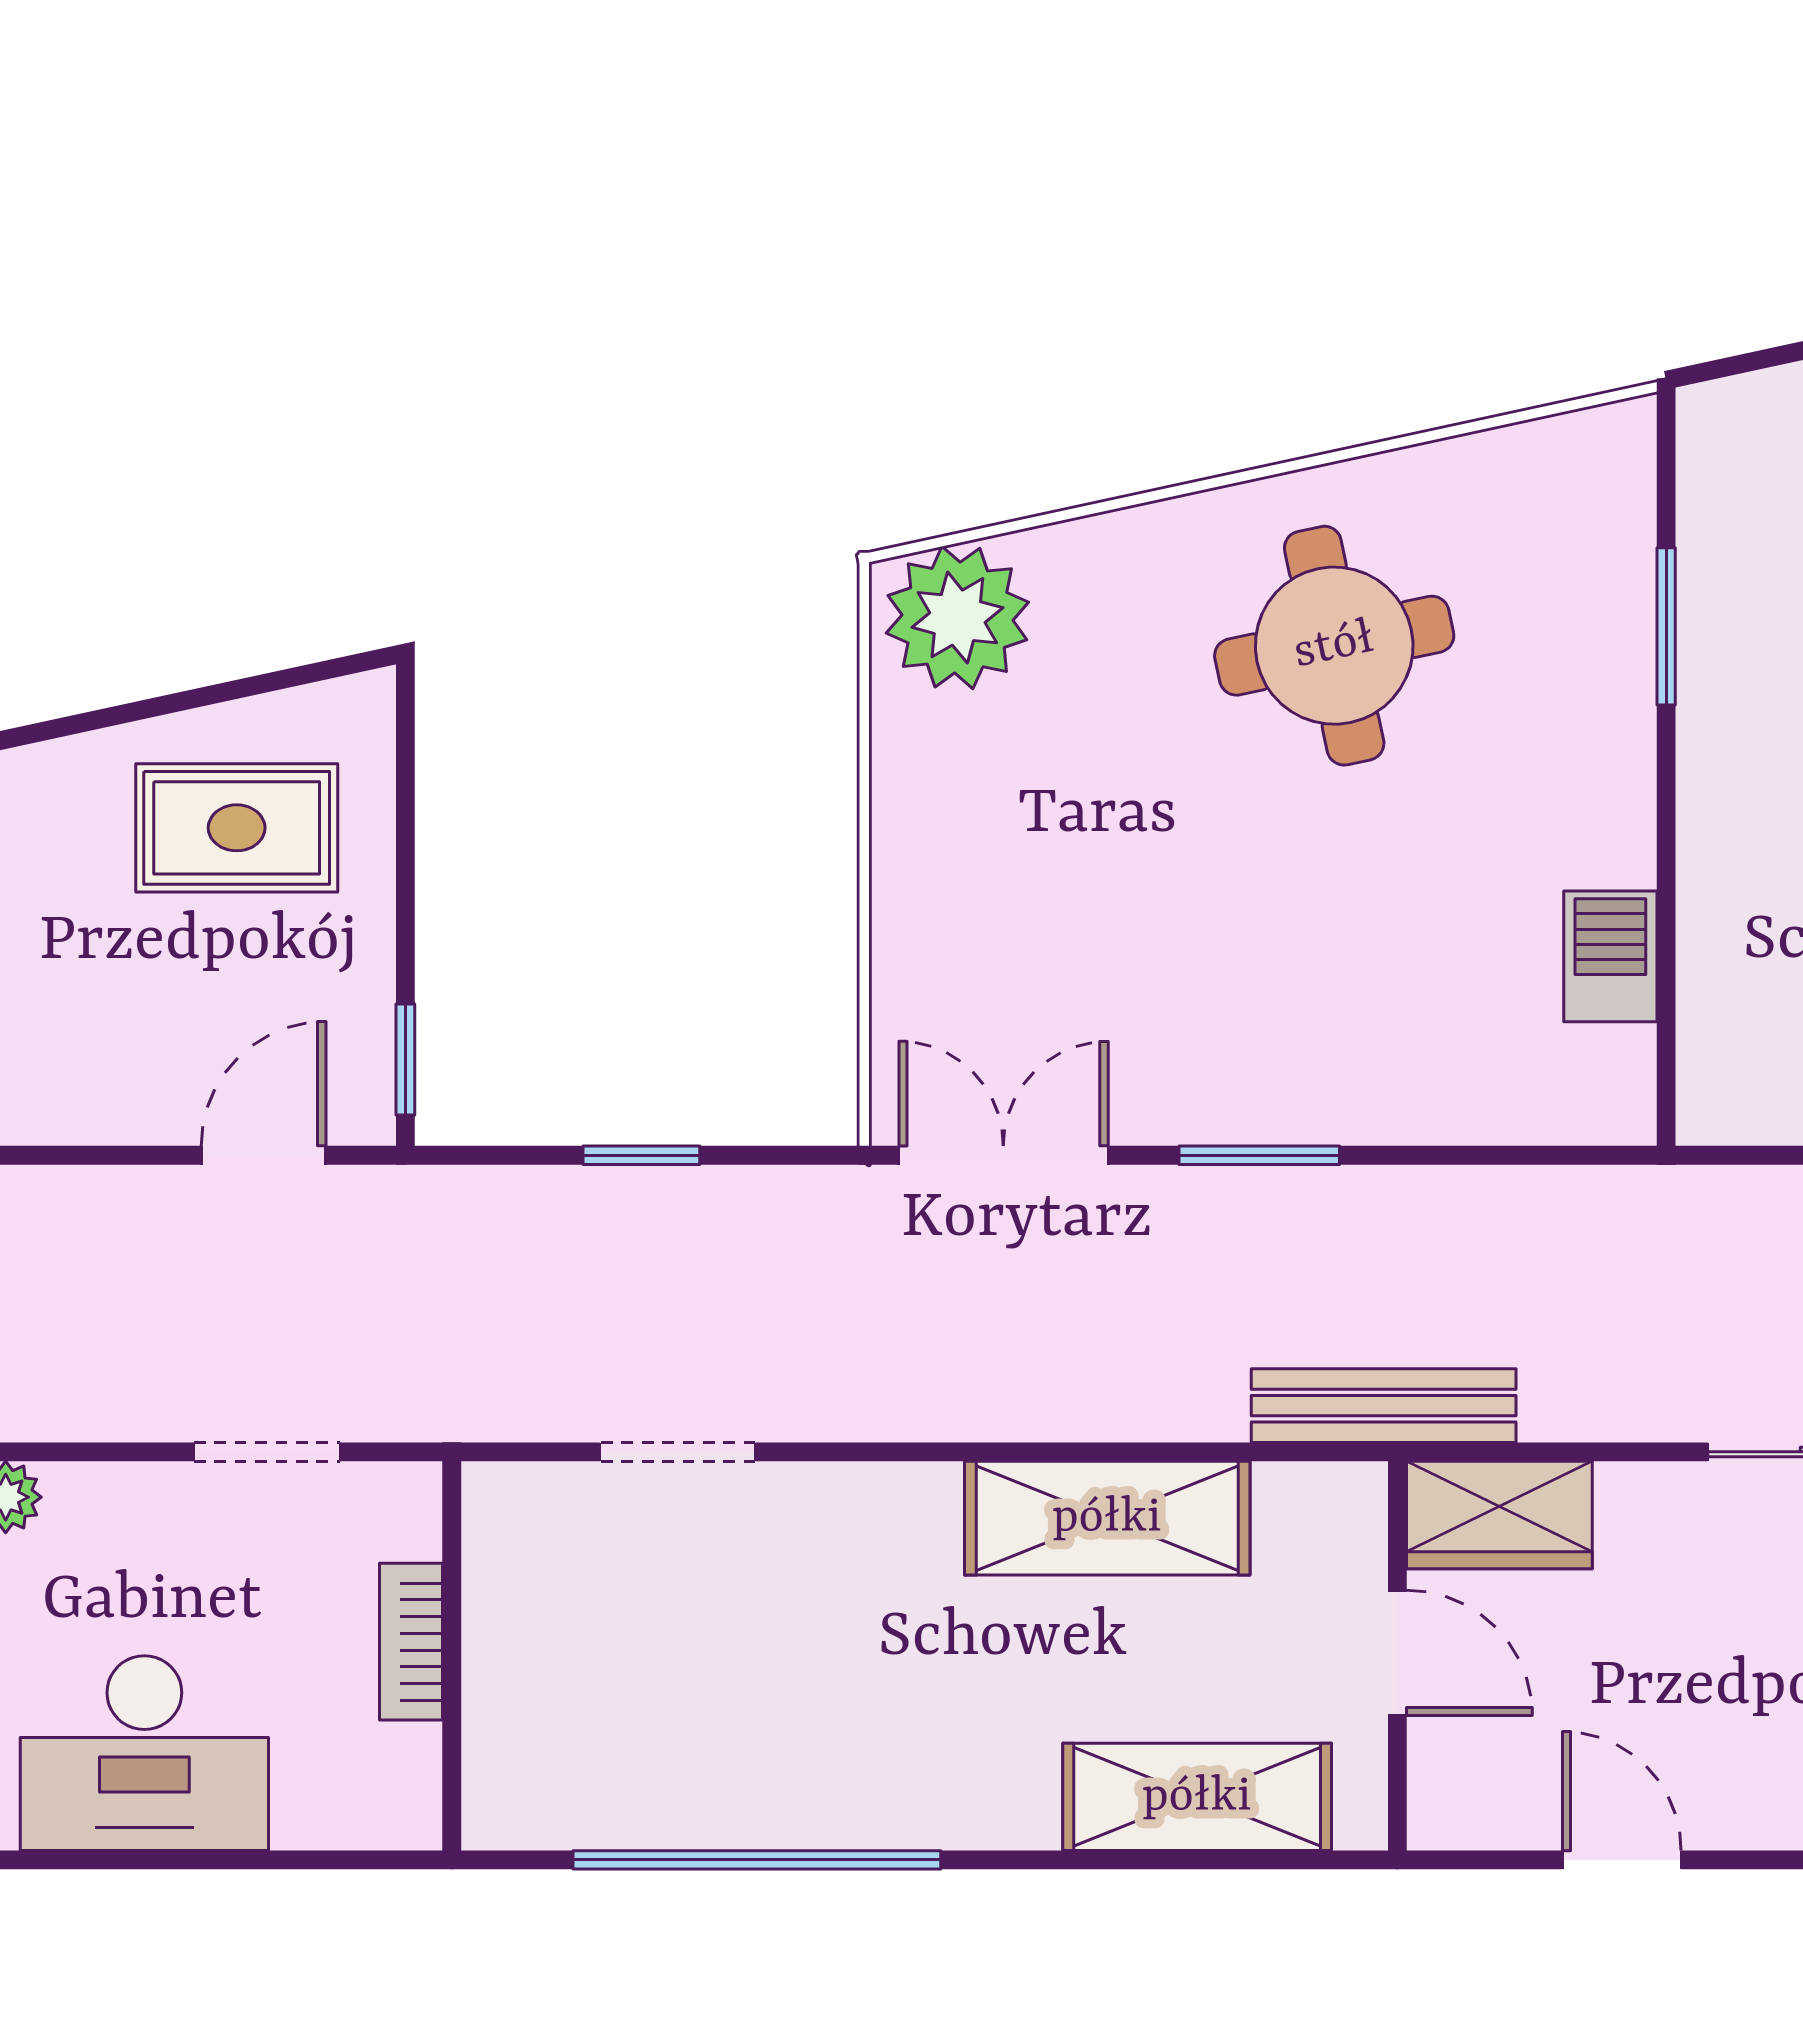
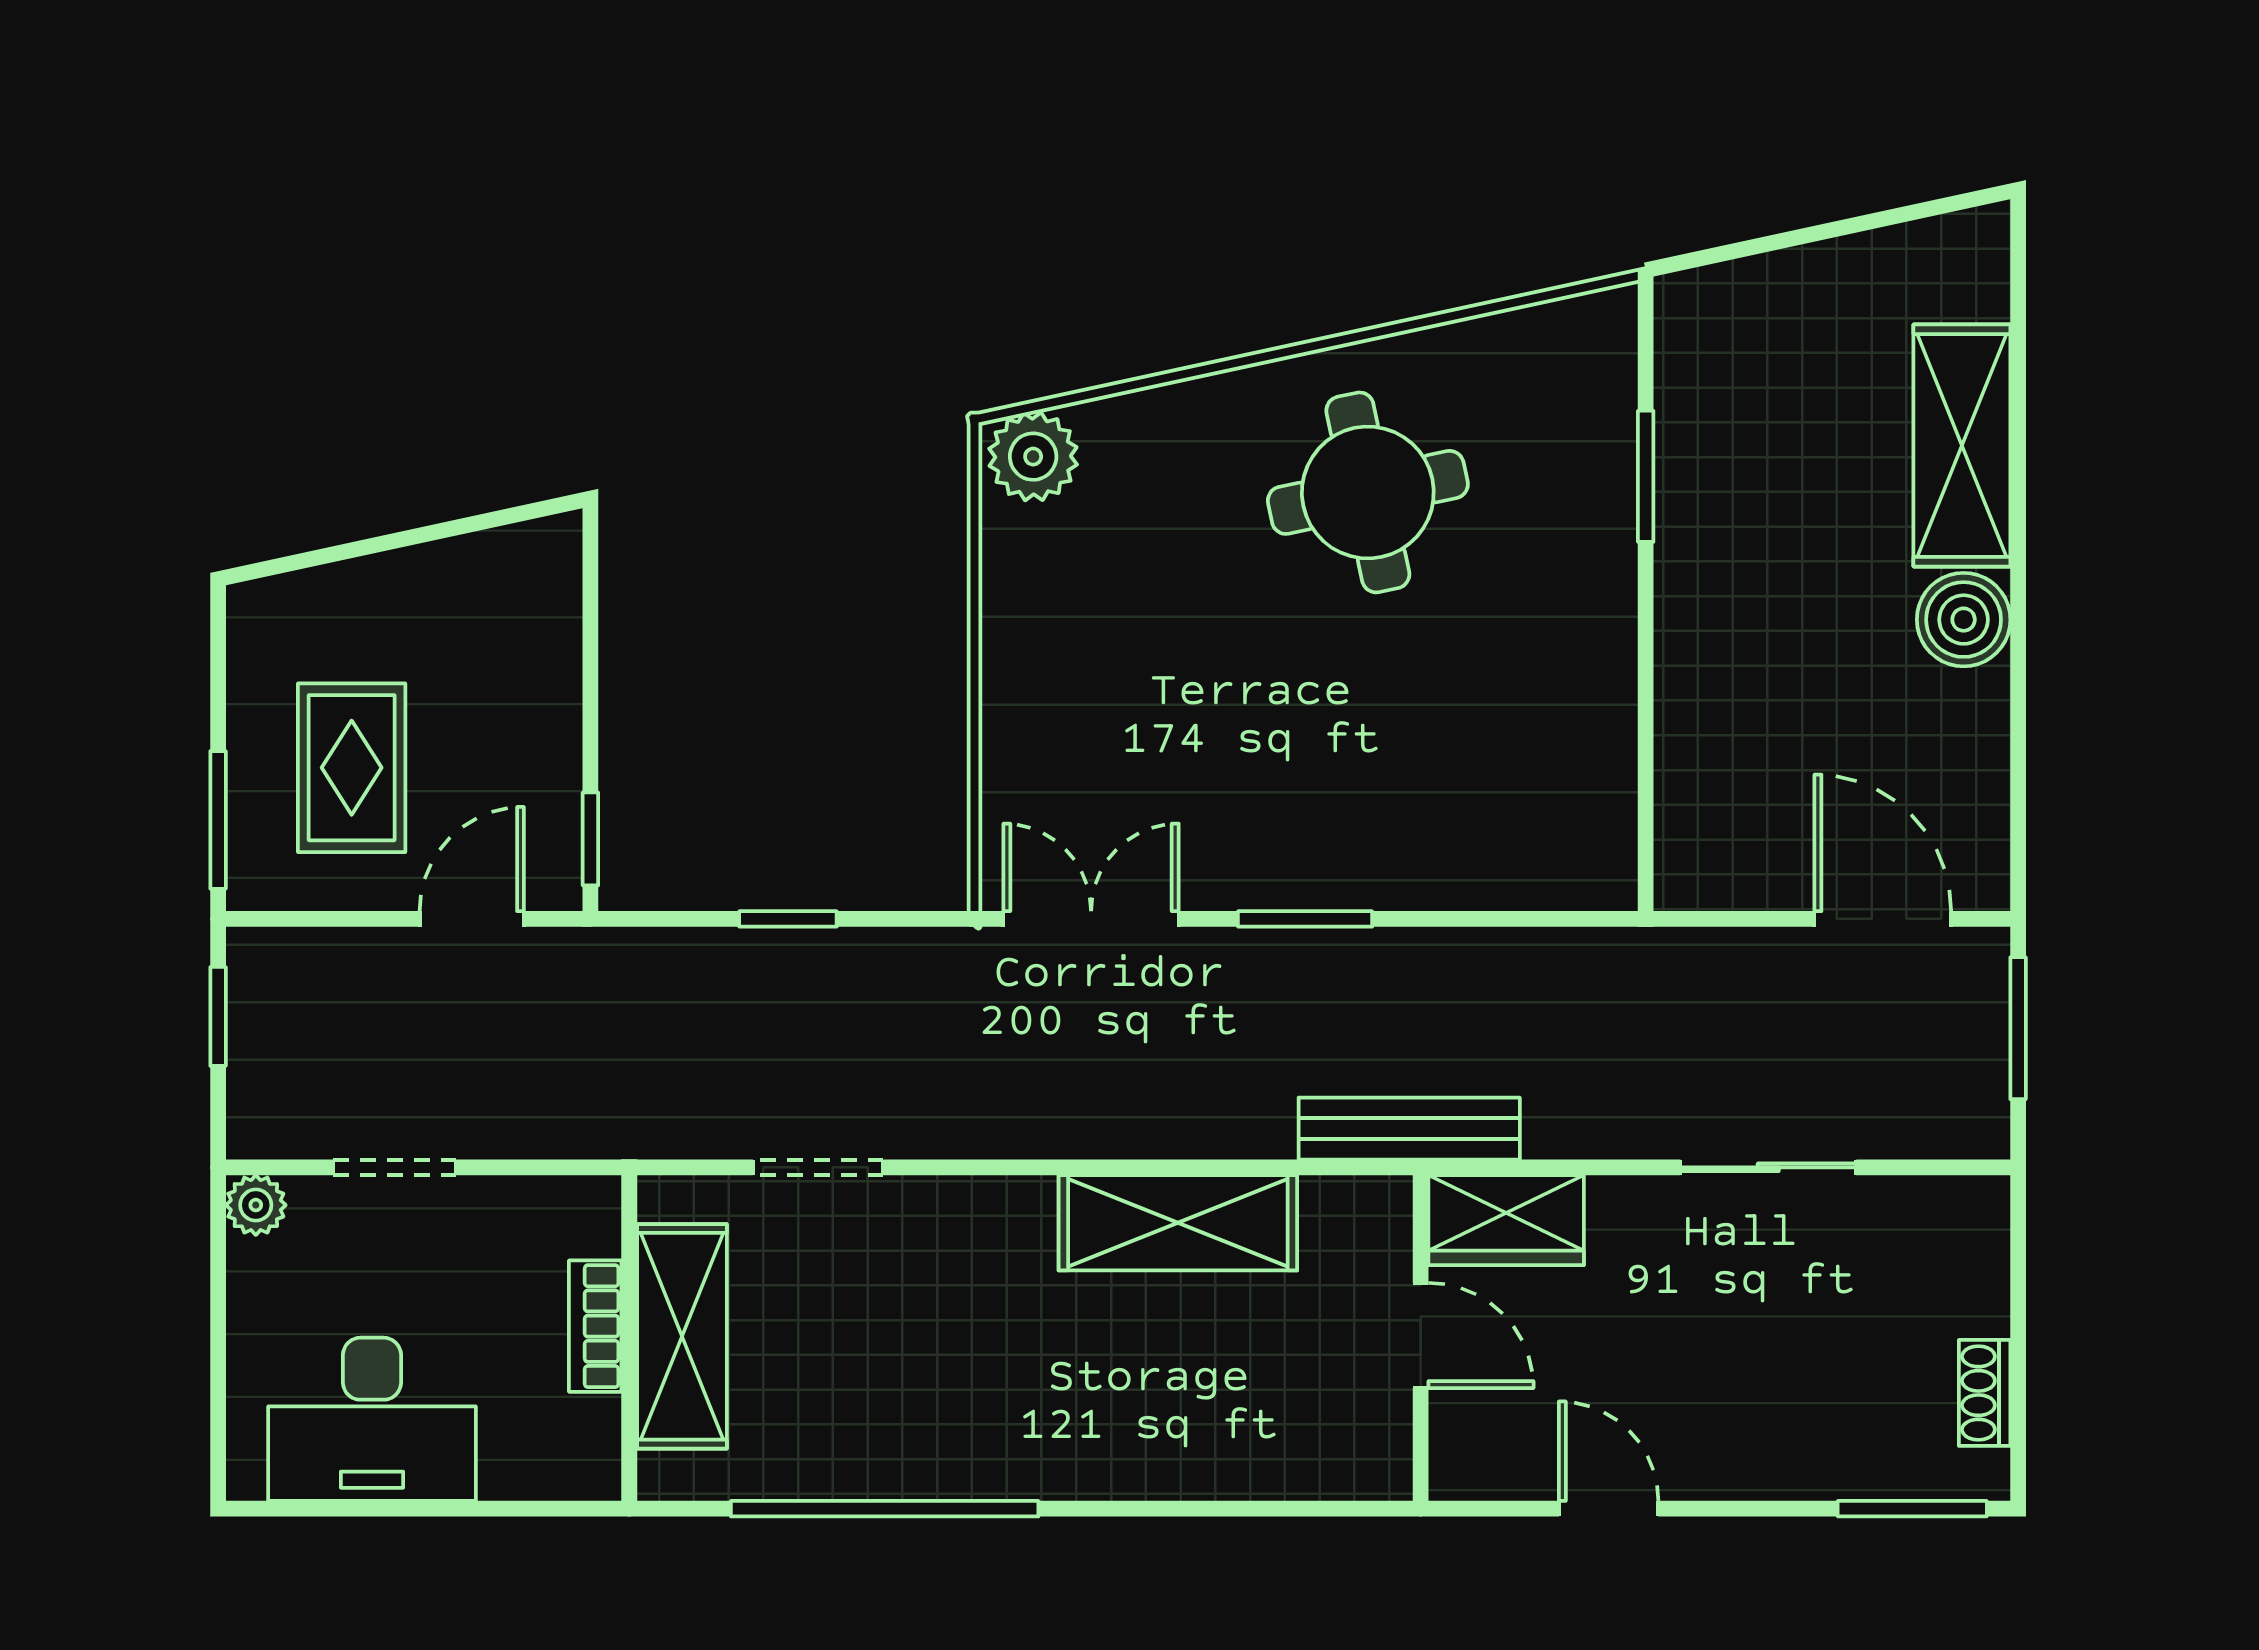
plant: (957, 618) -> (1033, 457), width x0.73, depth x0.73
rug: (237, 828) -> (352, 768), moved, turned 90
barbecue: (1610, 956) -> (1599, 752), removed
doorway: (267, 1452) -> (395, 1167), moved
shelving: (1197, 1797) -> (682, 1336), moved, turned 90

